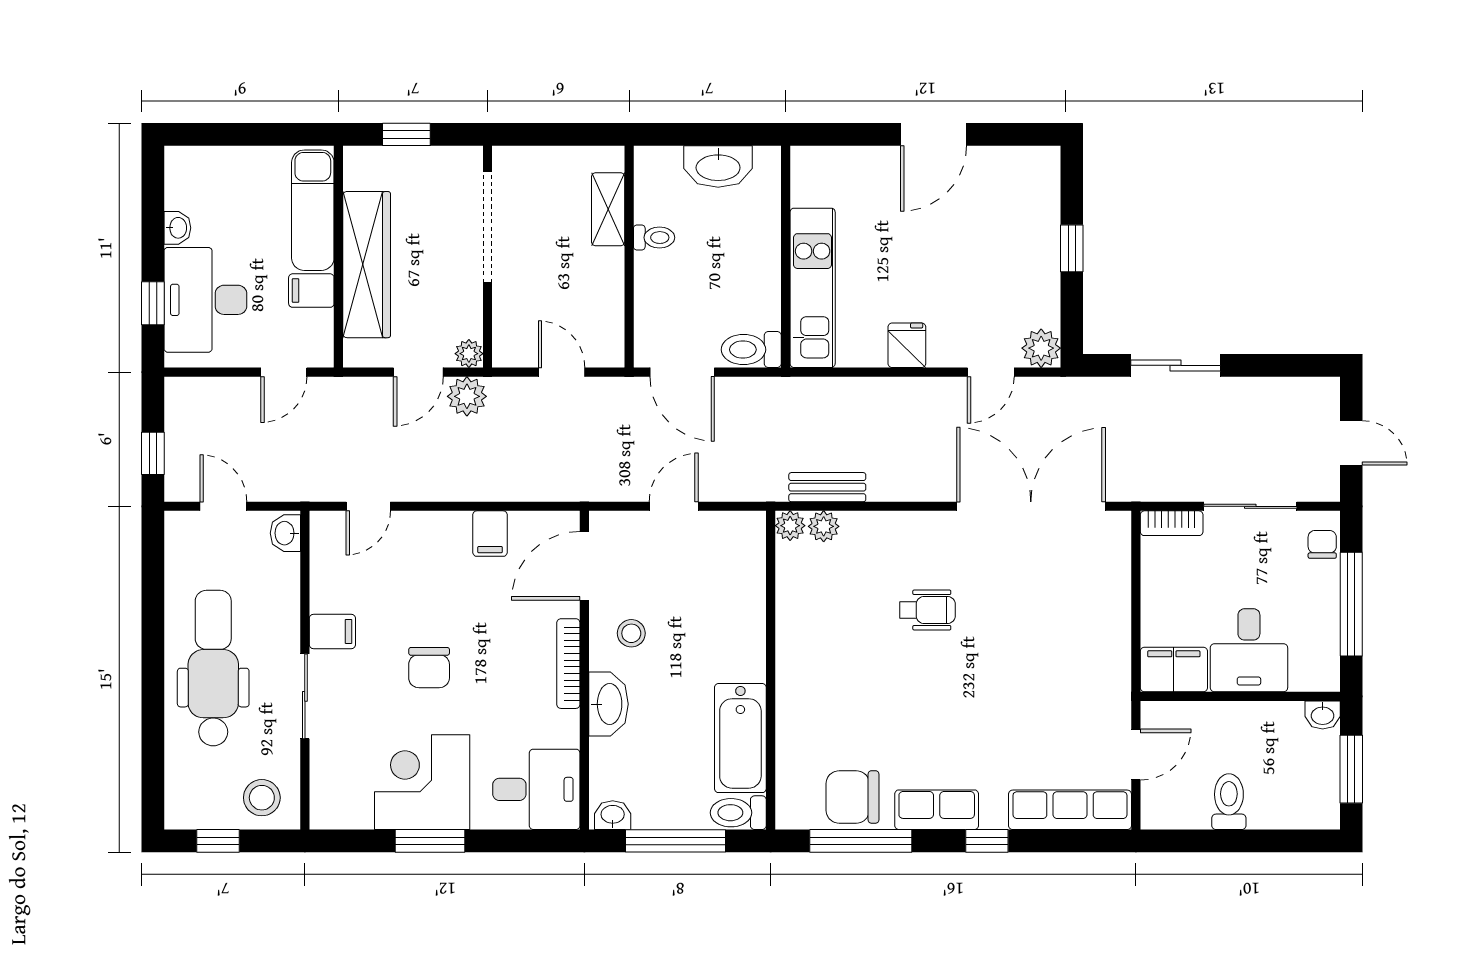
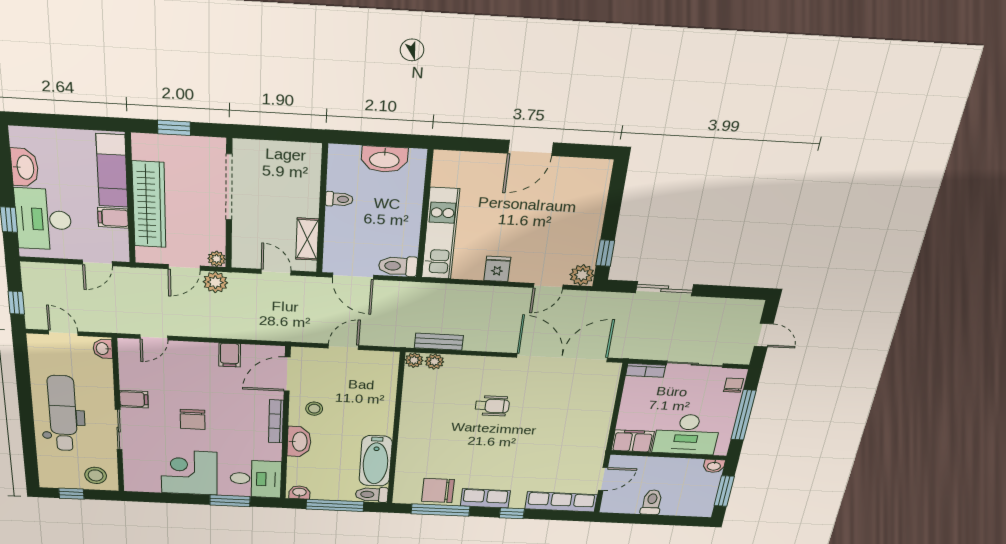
shelving: (608, 209) -> (307, 239), moved
washbasin: (177, 228) -> (25, 167), width x1.91, depth x1.45
window: (1072, 248) -> (605, 253), moved
desk: (1249, 650) -> (687, 434), width x1.37
window: (430, 841) -> (230, 501), moved

